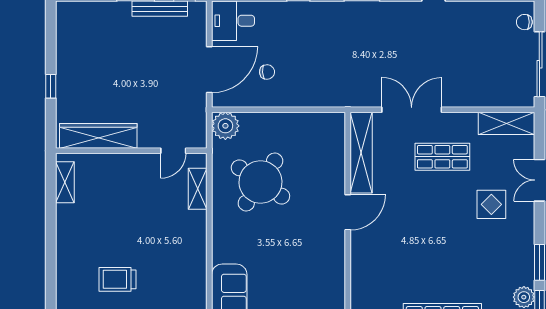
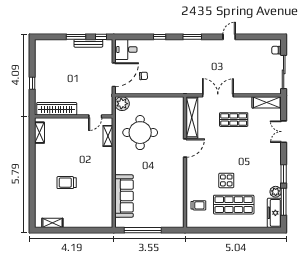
round table: (260, 182) -> (140, 133), turned -34
display table: (491, 204) -> (226, 180), moved

